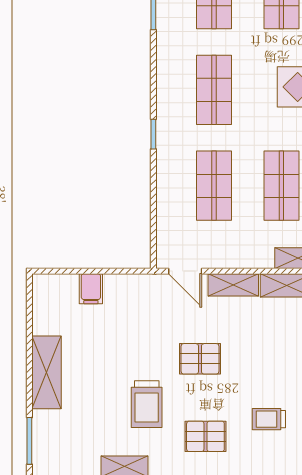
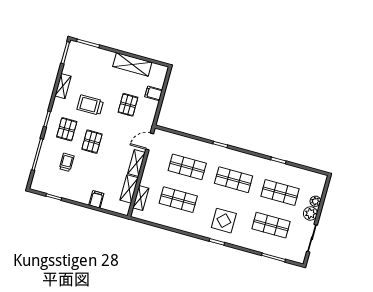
pallet: (126, 332) -> (128, 105), added
pallet: (200, 359) -> (92, 142), moved
shelving: (47, 372) -> (132, 64), moved

